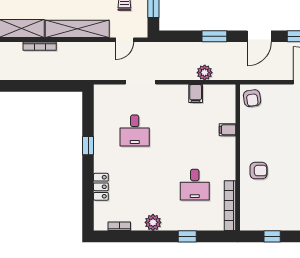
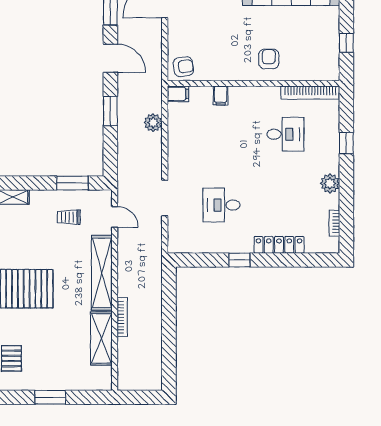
filing cabinet: (196, 93) -> (178, 94), moved
desk: (135, 130) -> (222, 205), turned 180
locker: (101, 187) -> (279, 245), width x1.53

